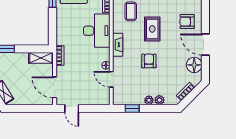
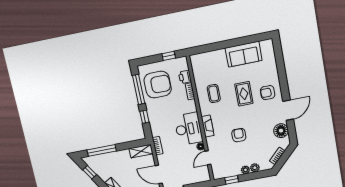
window: (53, 22) -> (144, 117), added
rug: (152, 29) -> (244, 94), moved
desk: (97, 31) -> (188, 129), moved
door: (205, 45) -> (288, 110), swing flipped
door: (111, 79) -> (208, 158), hinge flipped

